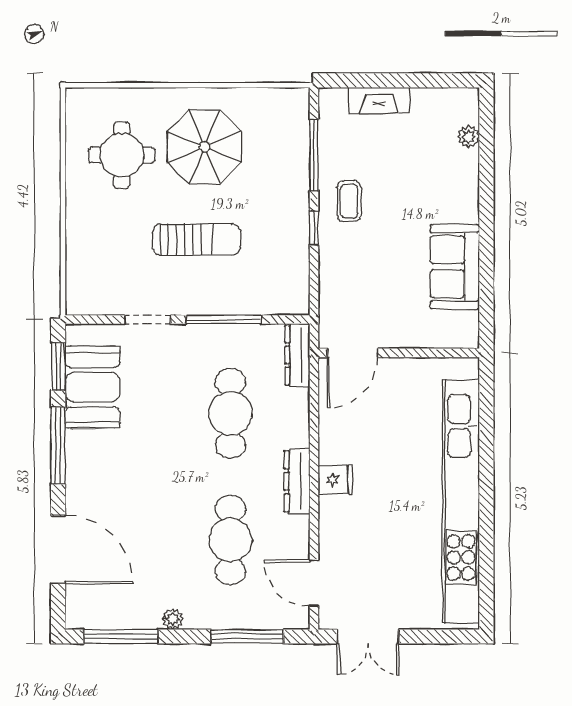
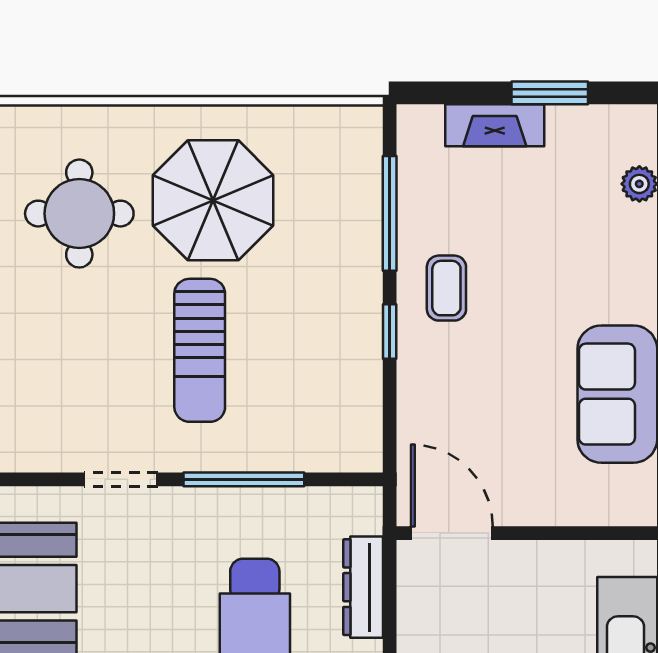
window: (413, 80) -> (550, 93), added
sun lounger: (196, 240) -> (200, 350), turned 90
door: (352, 353) -> (452, 533), swing flipped
dresser: (297, 355) -> (363, 587), moved

